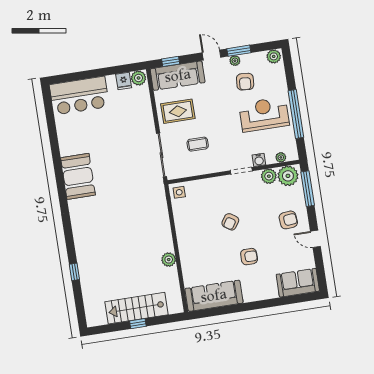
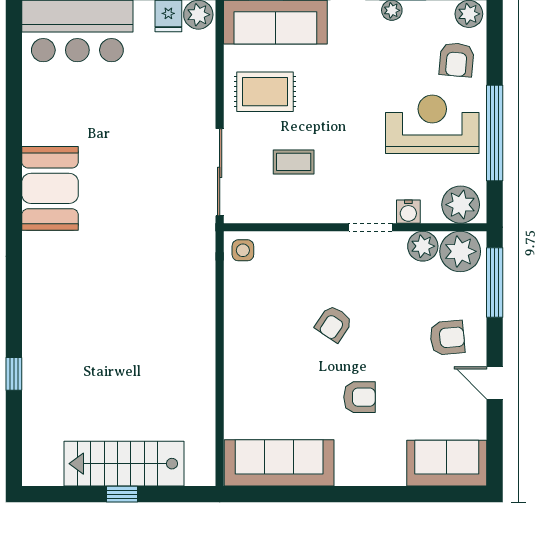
armchair: (245, 82) -> (457, 60), moved
plant: (281, 157) -> (461, 205), width x1.88, depth x1.88
plant: (169, 260) -> (202, 378), removed

